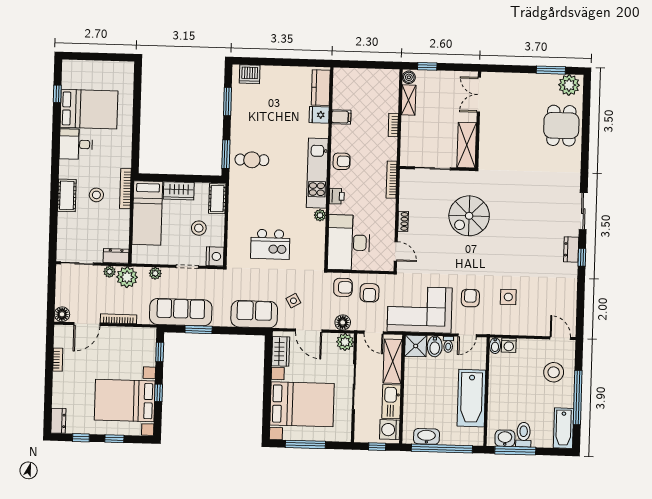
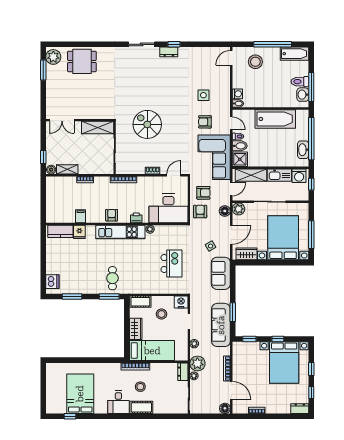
desk: (76, 144) -> (118, 402), moved
spiral stairs: (469, 216) -> (147, 124), turned 180

